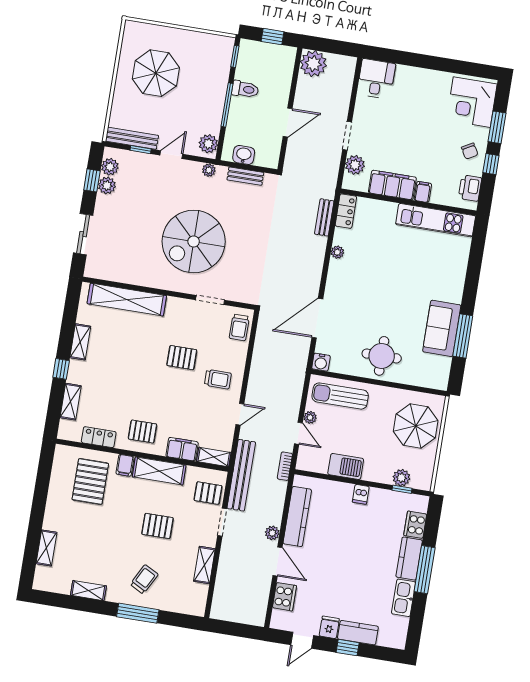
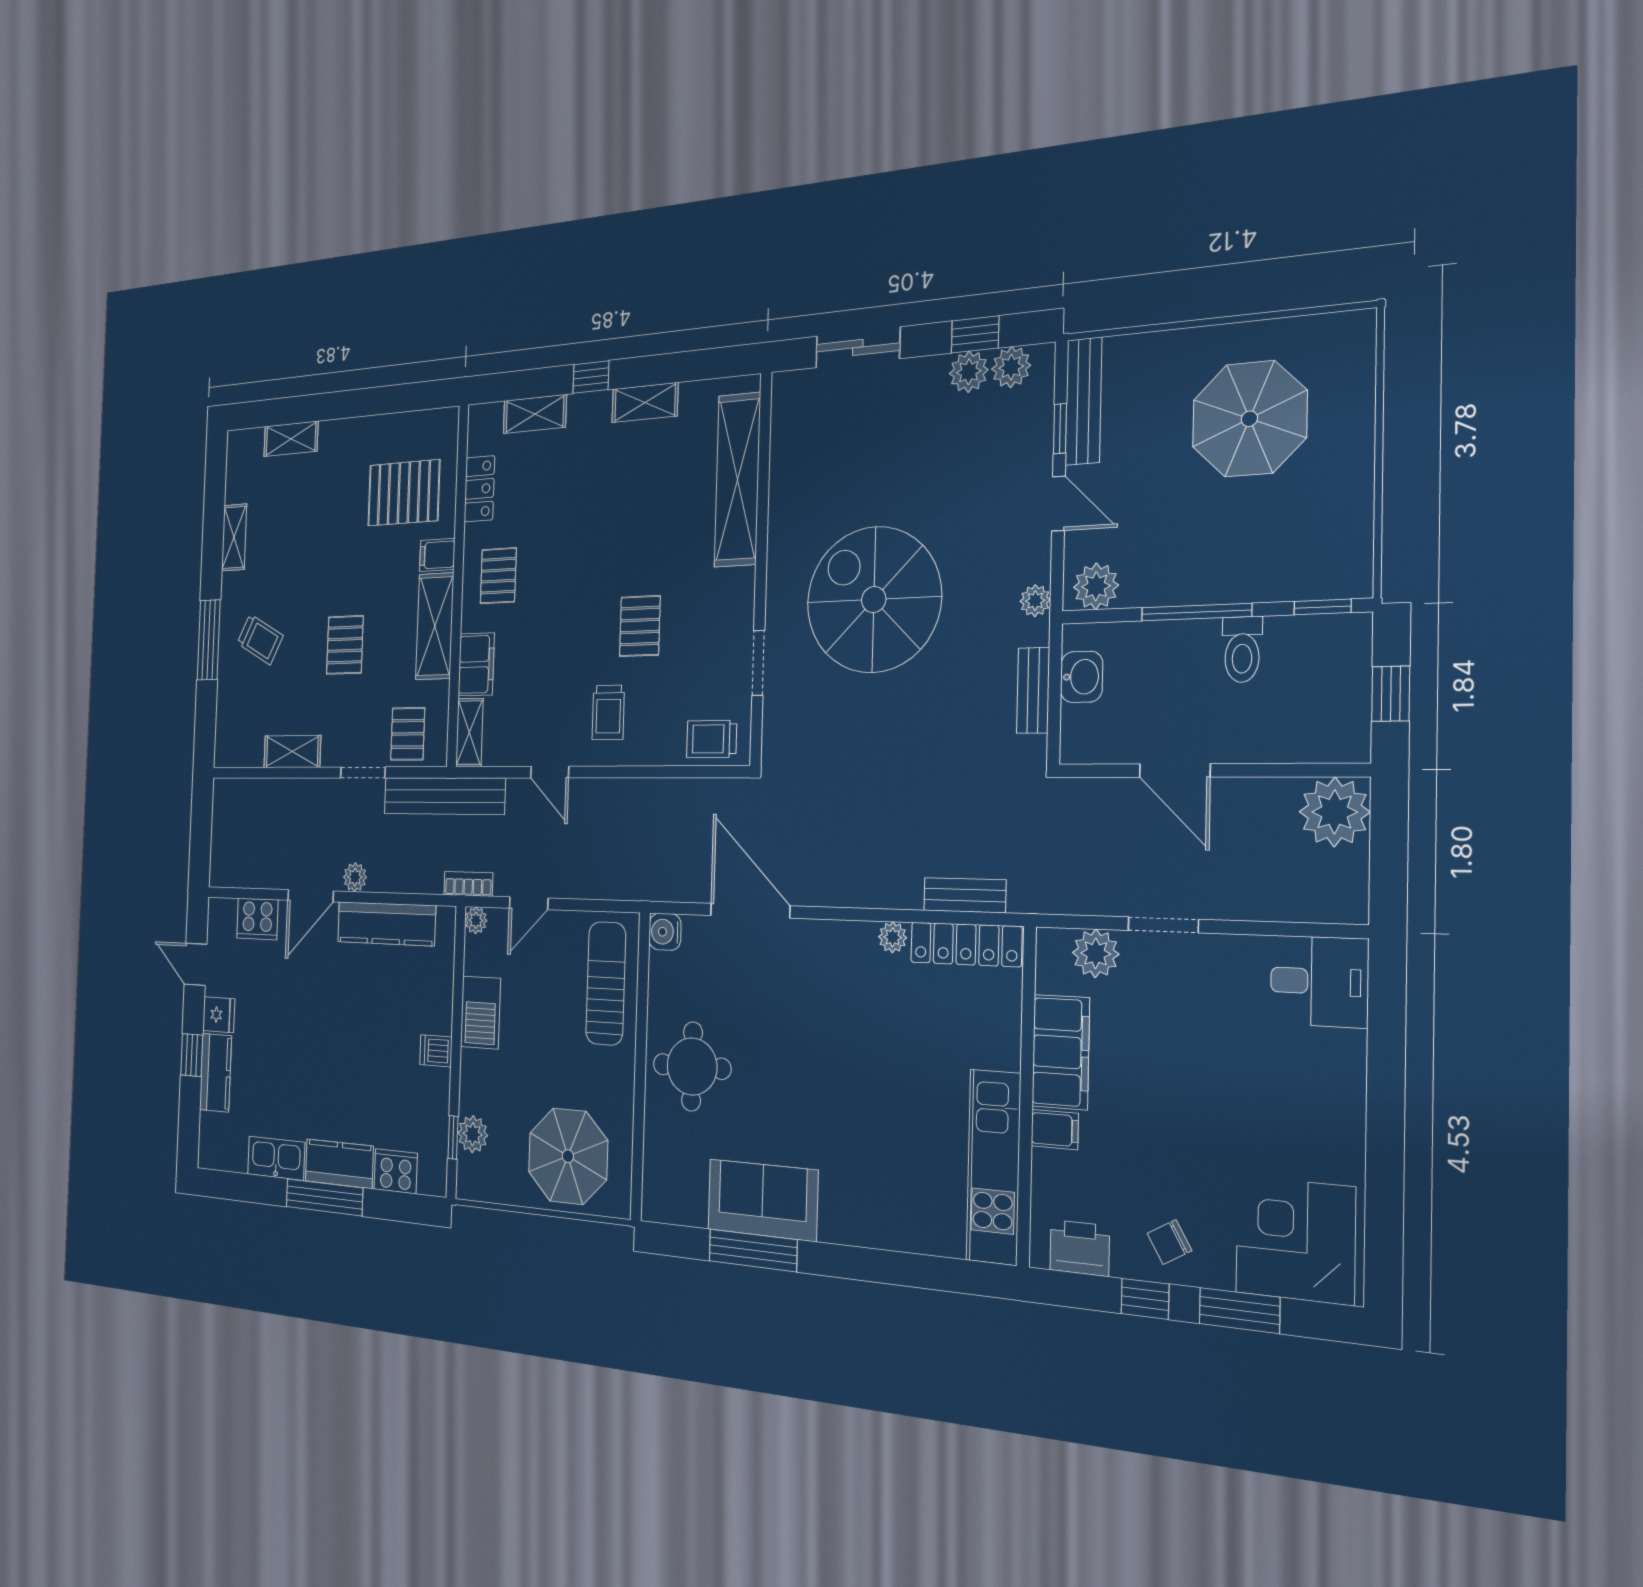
locker: (346, 211) -> (966, 944), width x1.53
plant: (310, 417) -> (476, 920), moved

